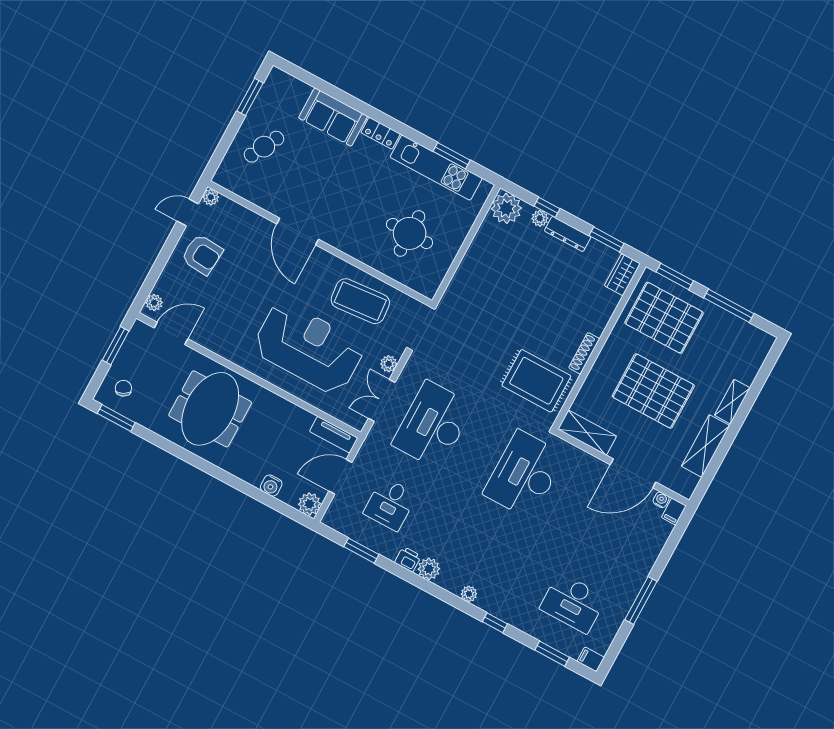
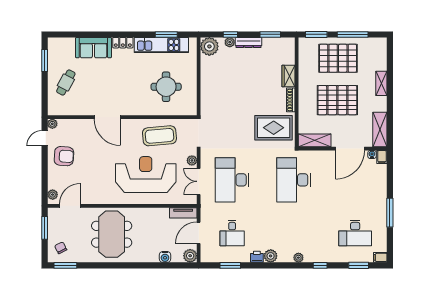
wardrobe: (622, 275) -> (288, 76), moved
pallet: (664, 318) -> (338, 58), moved
shelving: (706, 446) -> (380, 130), moved

